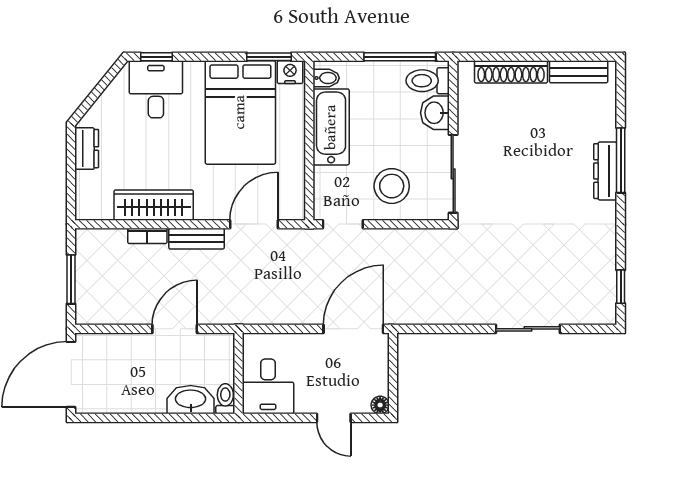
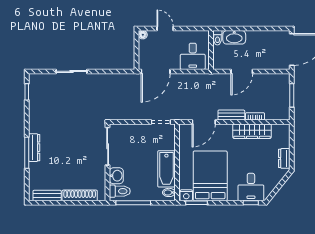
stool: (392, 186) -> (137, 140), removed
desk: (268, 386) -> (193, 56), moved, turned 180

